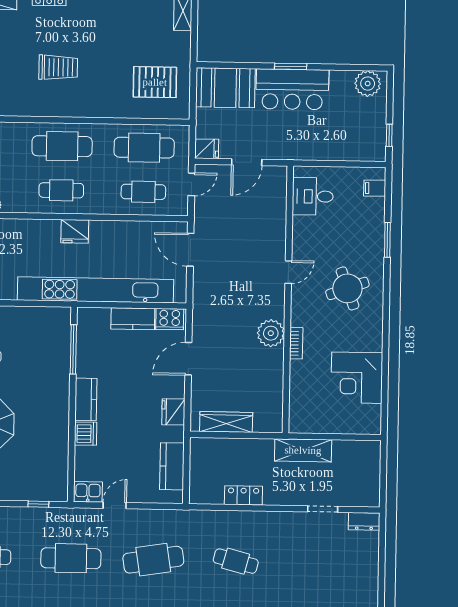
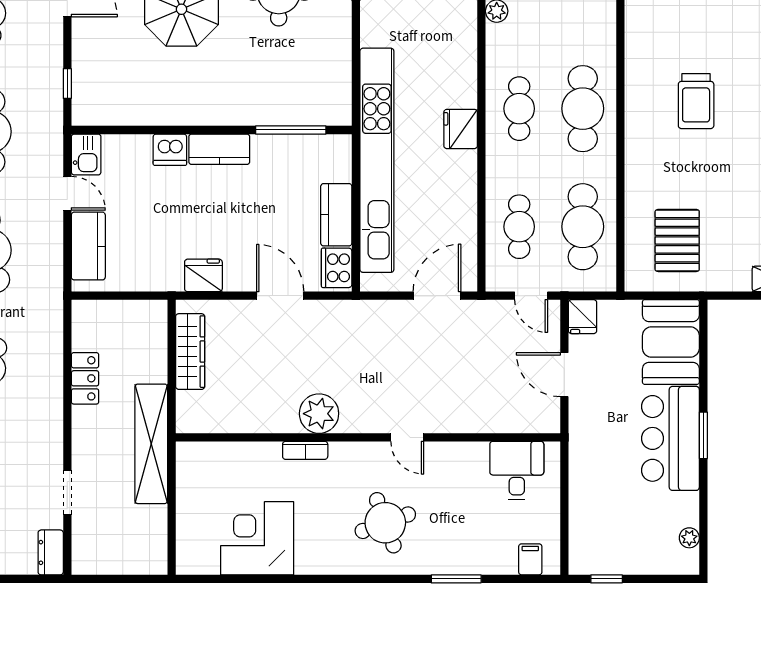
plant: (368, 84) -> (689, 538), width x0.53, depth x0.53
shelving: (303, 450) -> (151, 444), width x1.47
kitchen counter: (172, 466) -> (88, 246), moved, turned 90

